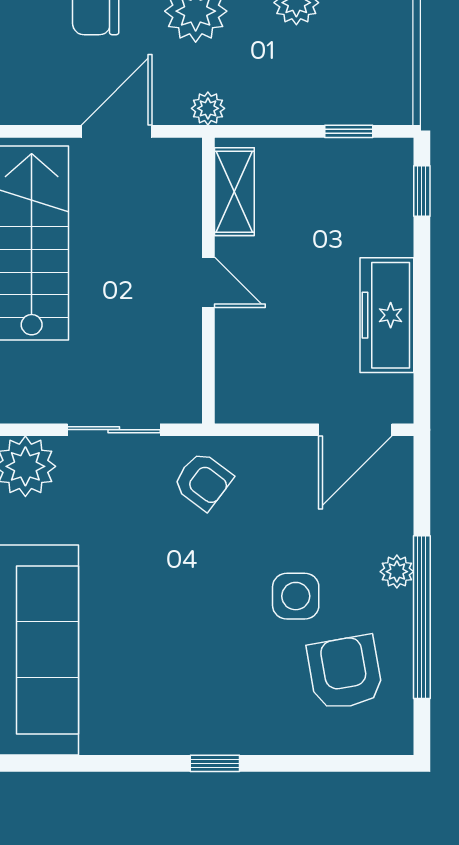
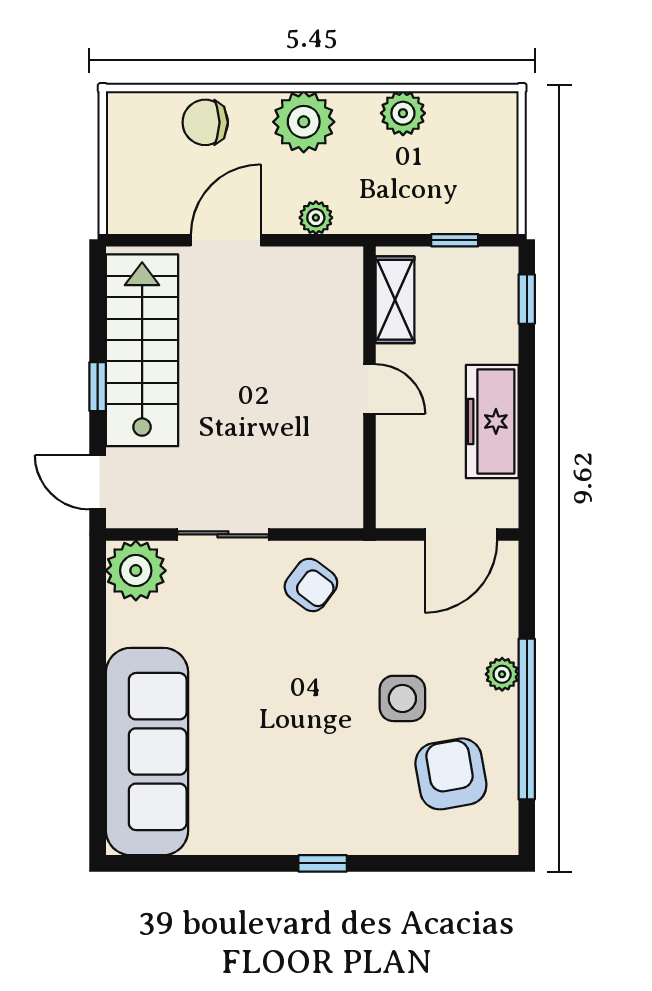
shelving: (234, 192) -> (395, 300), moved
wall: (208, 281) -> (369, 387), moved
door: (208, 282) -> (369, 389), moved

